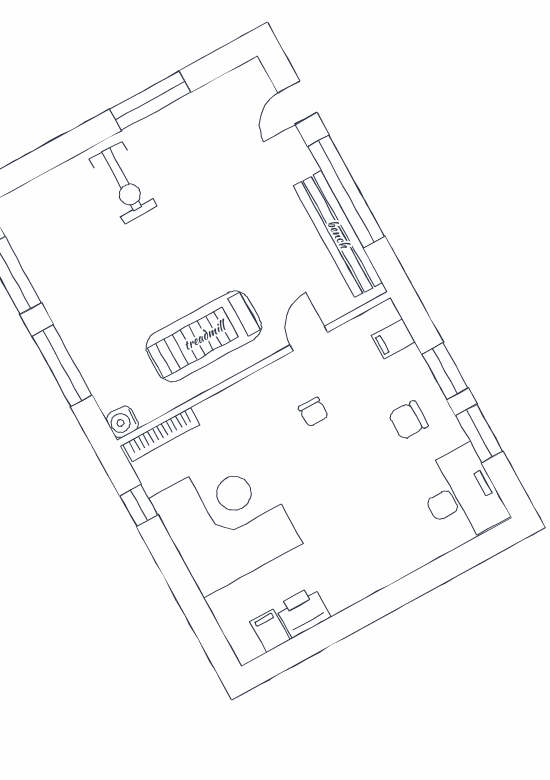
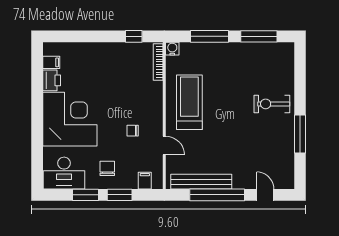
corner desk: (226, 521) -> (70, 119), moved, turned -90

